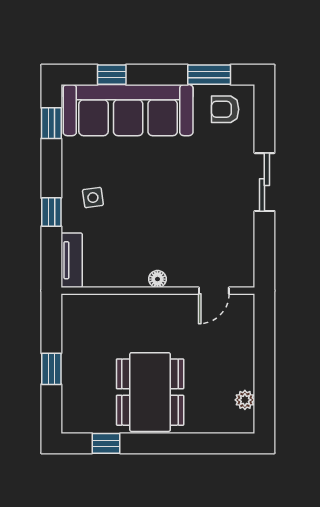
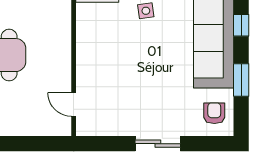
window: (209, 75) -> (241, 80), moved
floor lamp: (157, 279) -> (83, 61), removed

